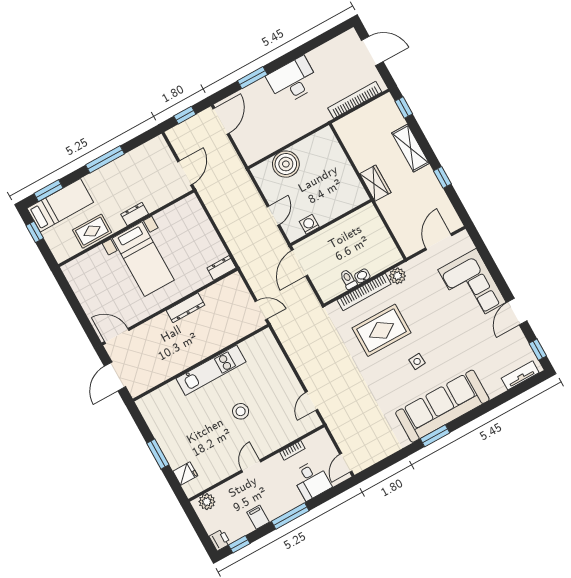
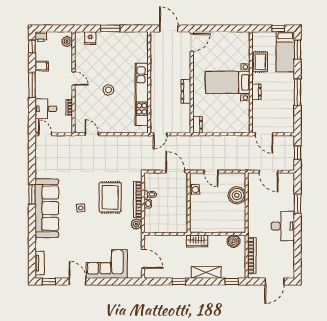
door: (221, 121) -> (268, 172), moved
boiler: (349, 135) -> (234, 241), added
kitchen unit: (211, 370) -> (142, 94), width x1.36

